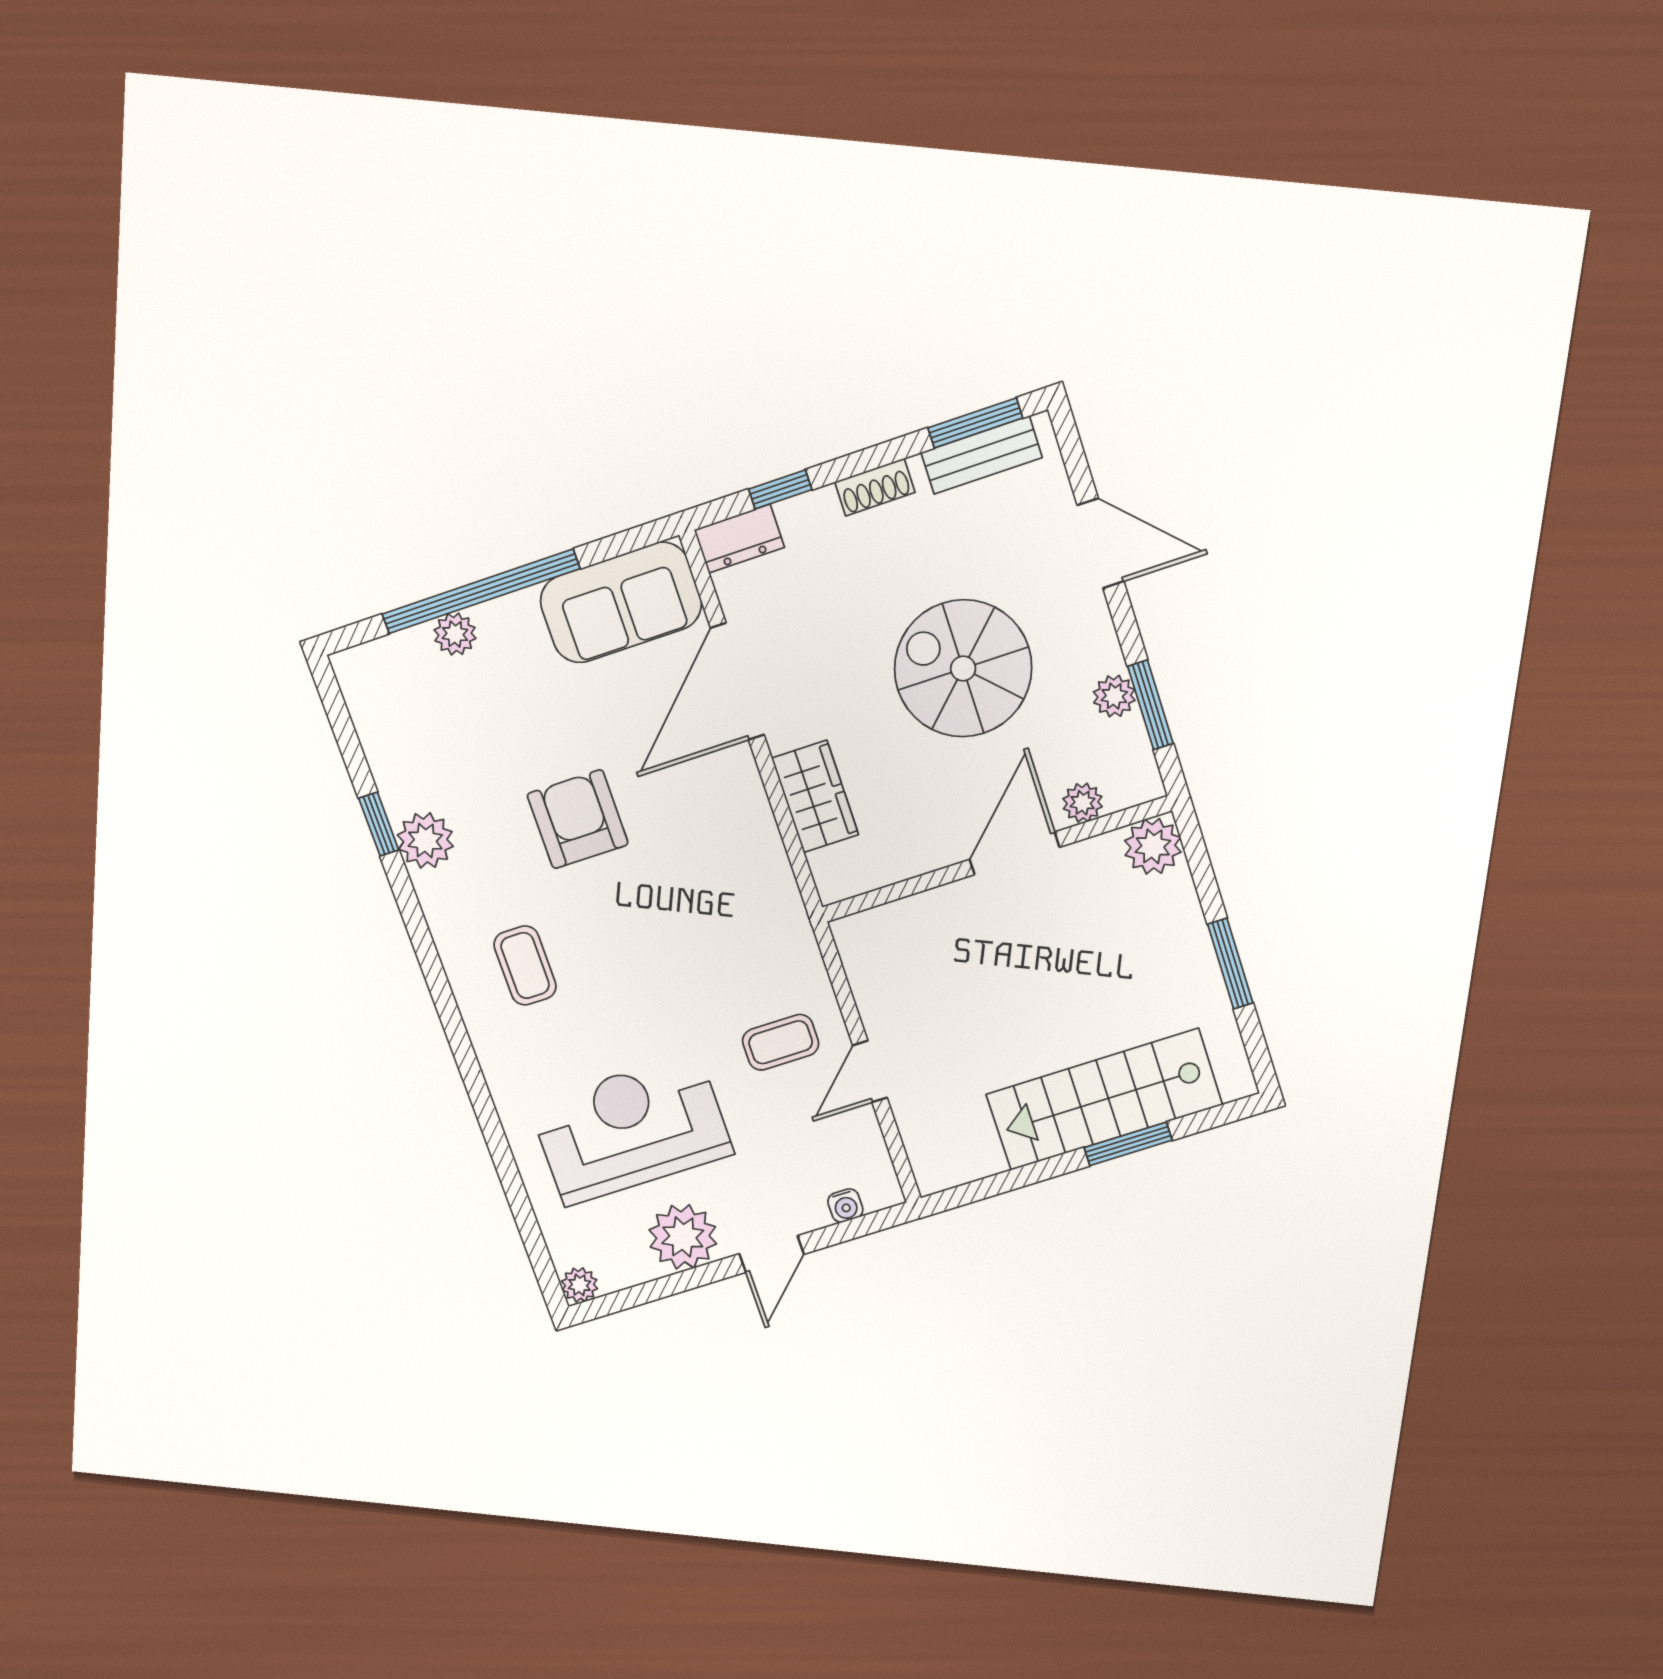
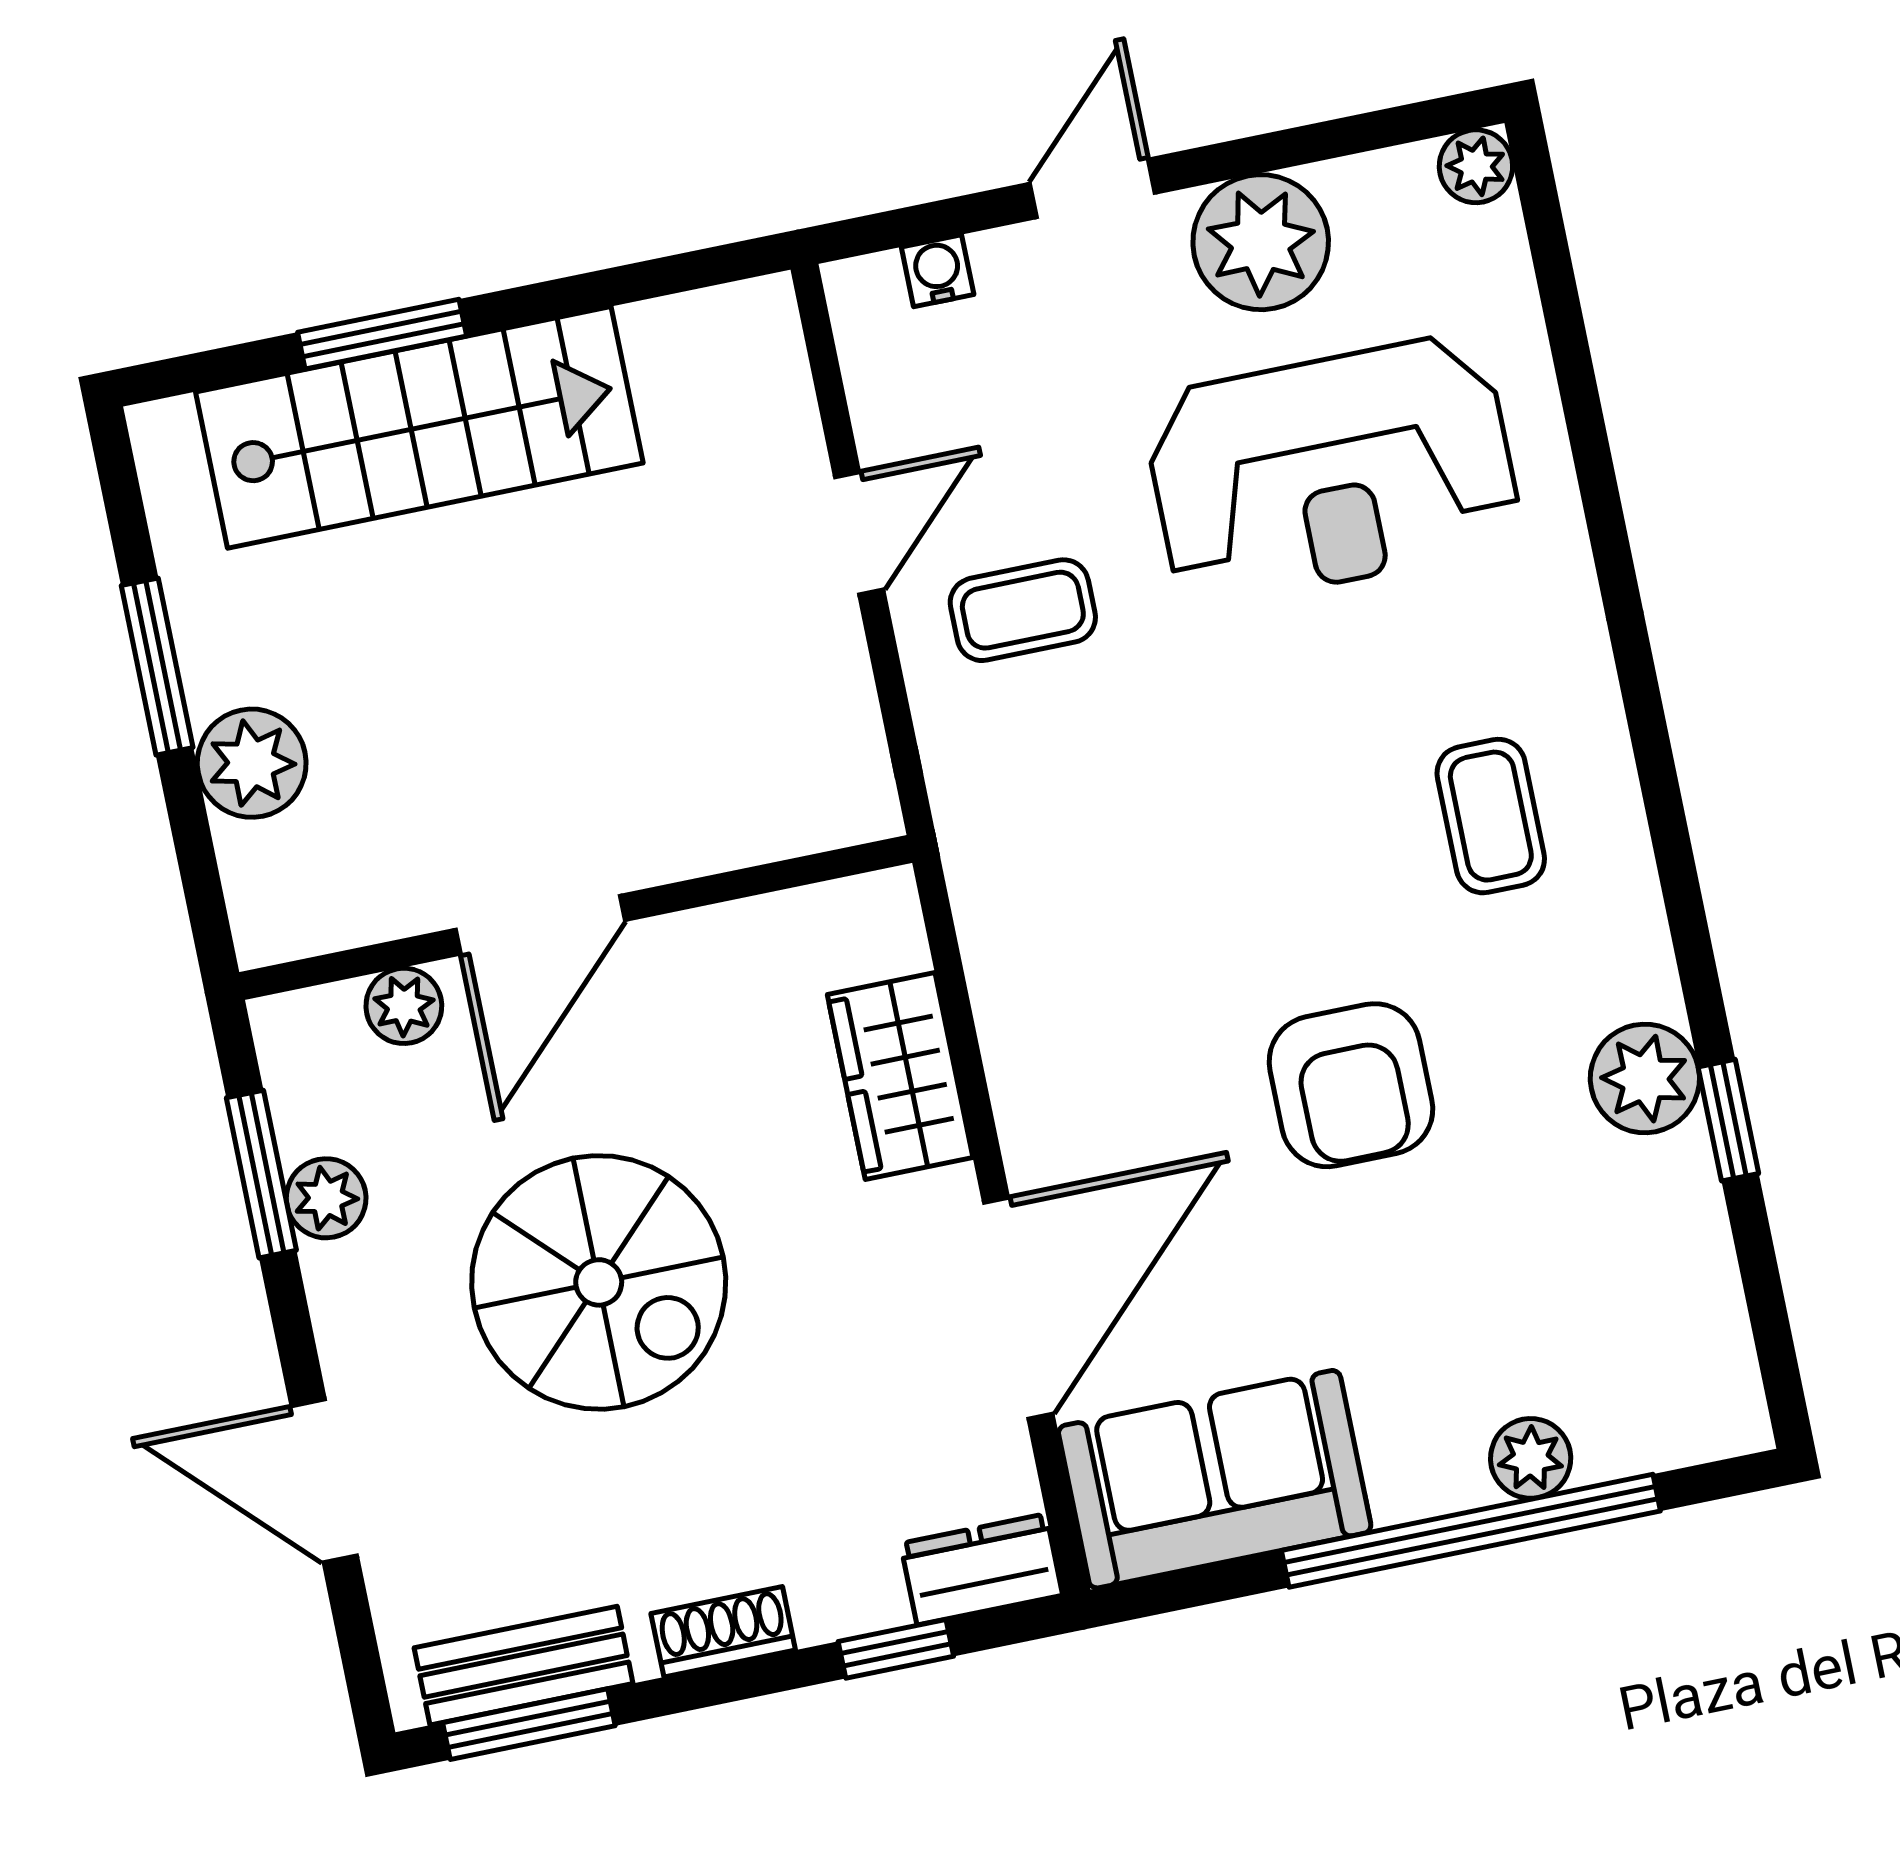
plant: (1153, 846) -> (252, 763), moved

